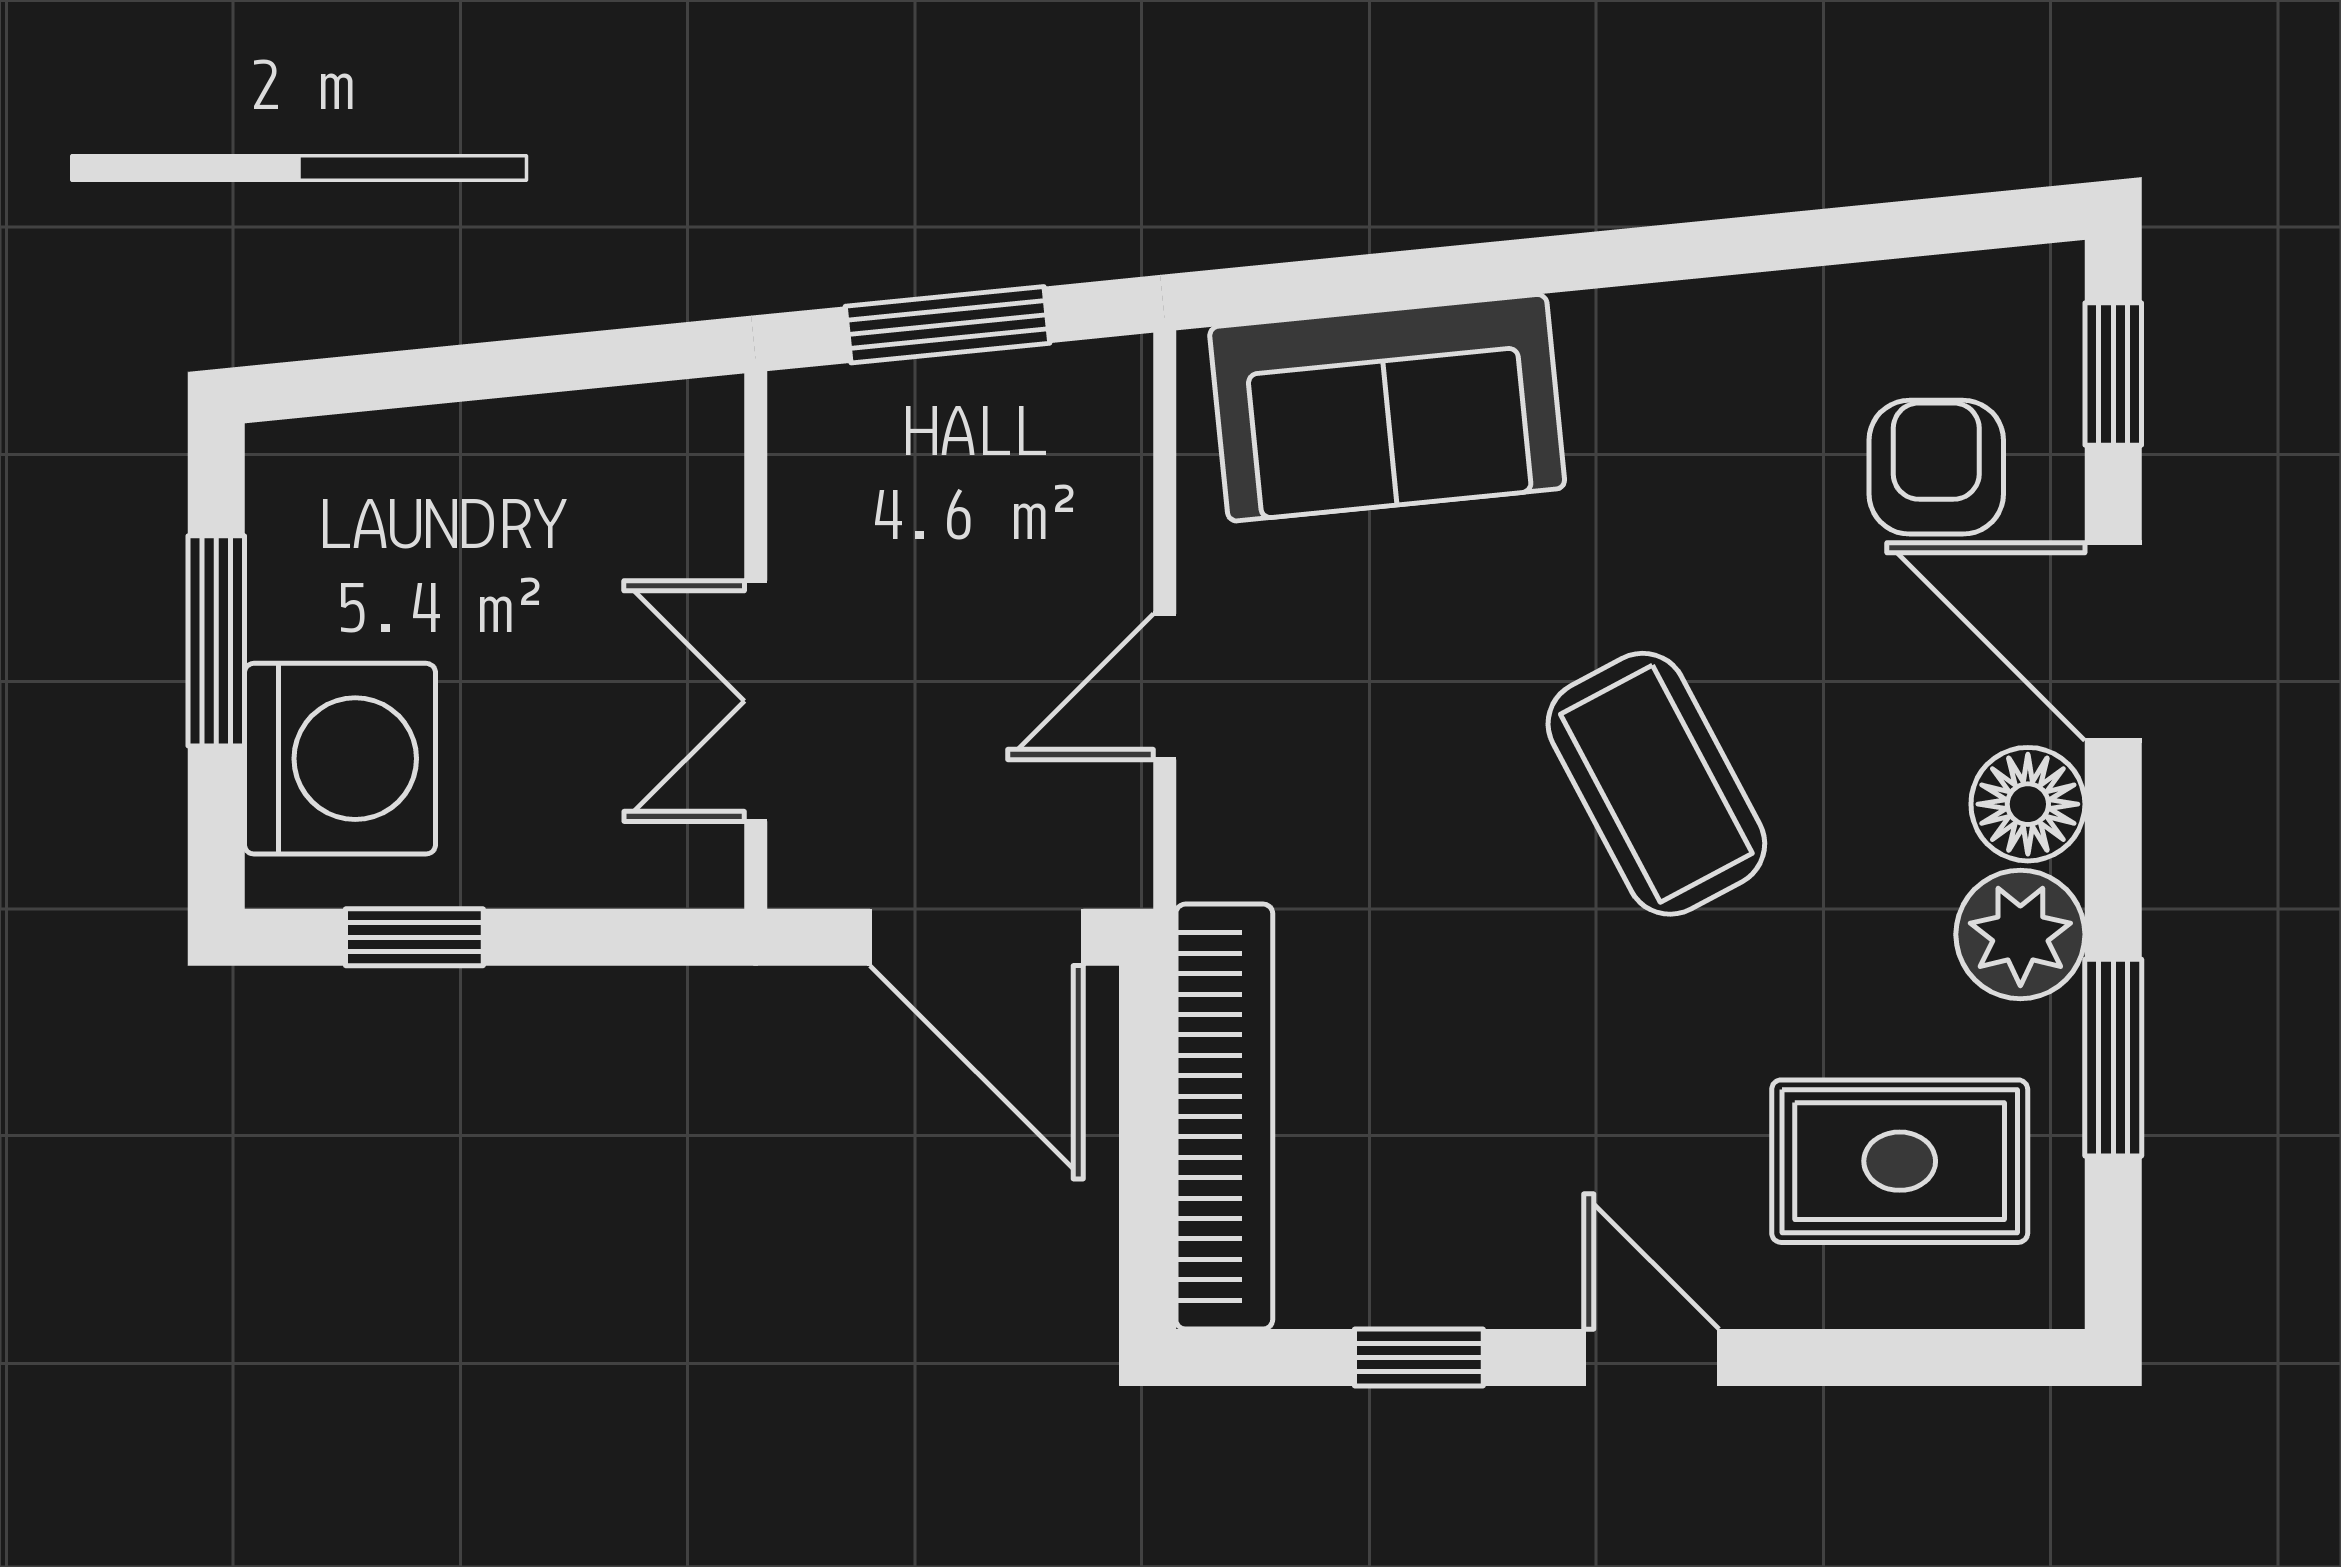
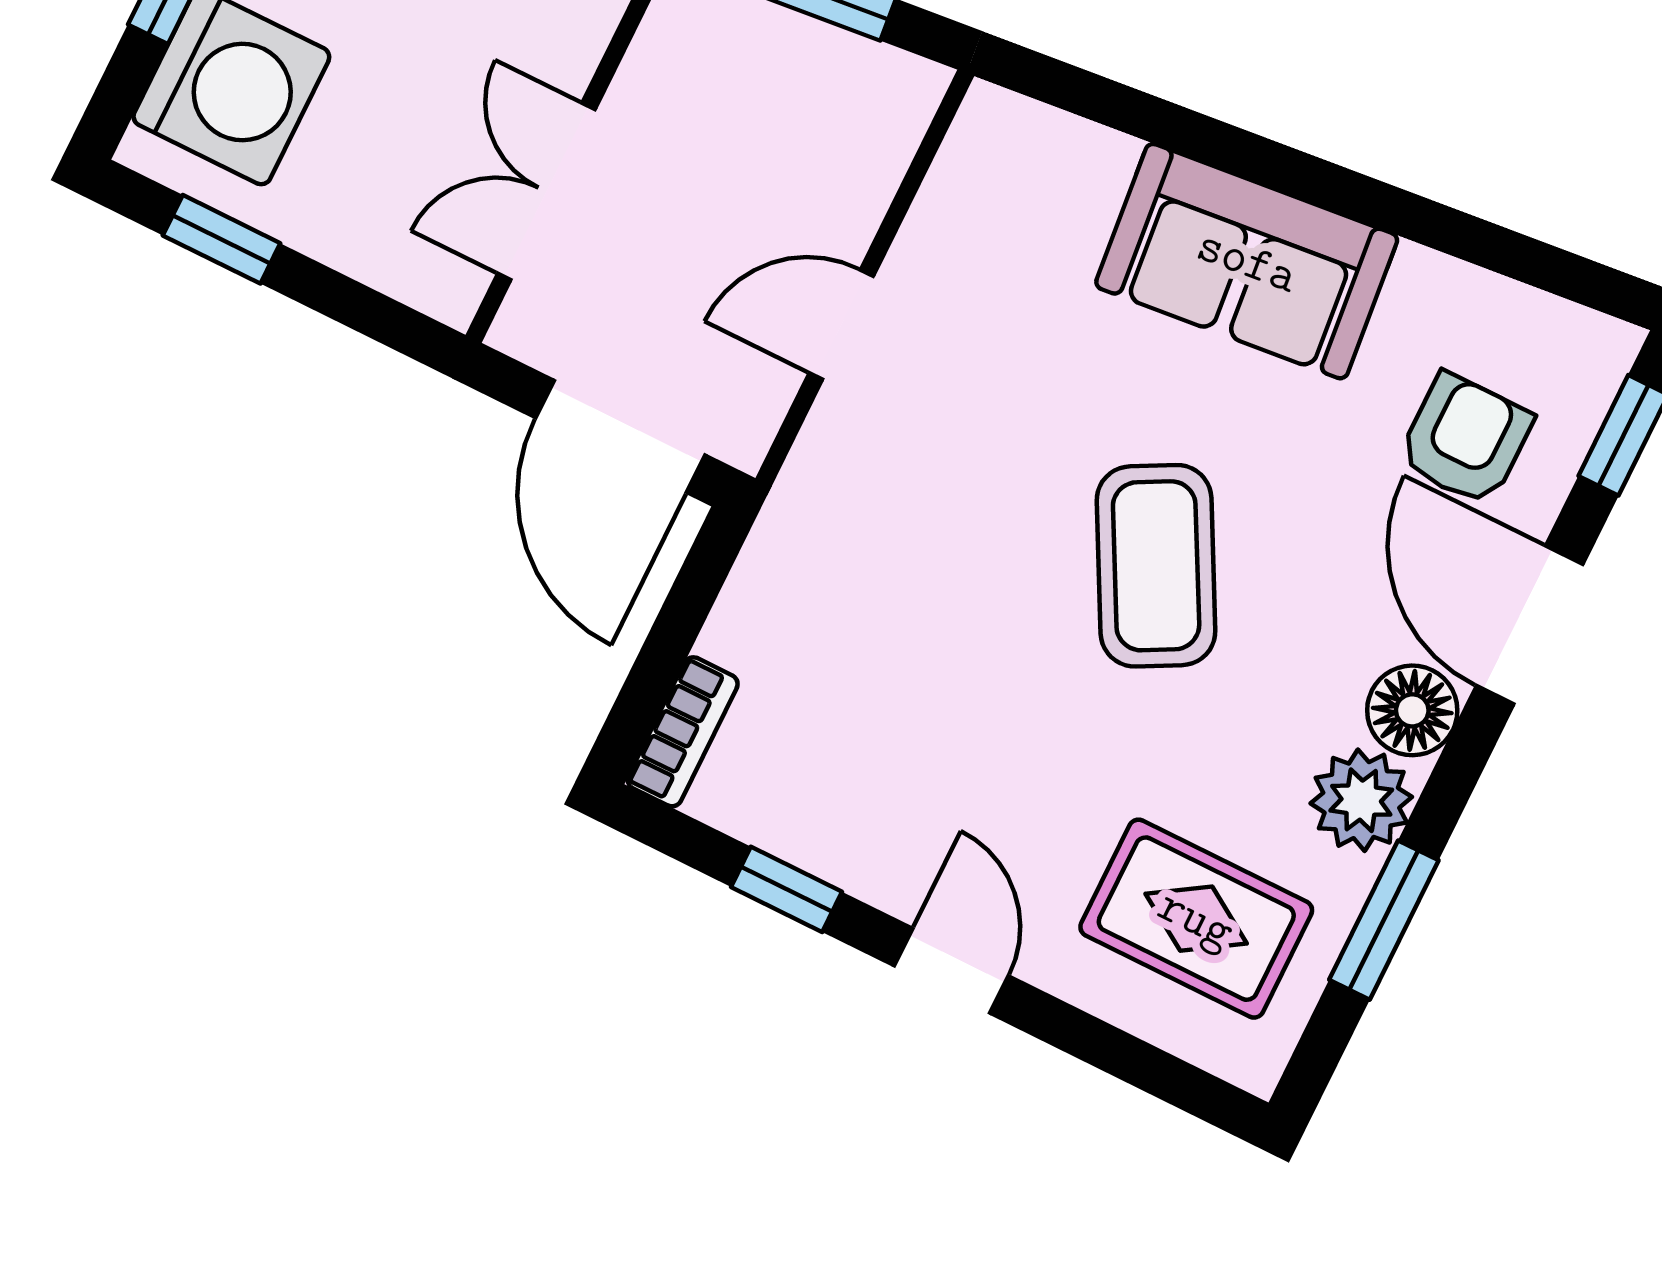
sofa: (1387, 408) -> (1247, 261), moved
bookcase: (1224, 1117) -> (683, 732), width x0.43, depth x0.76

